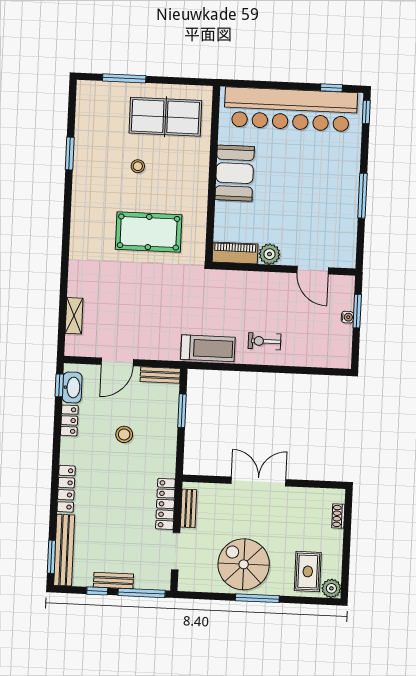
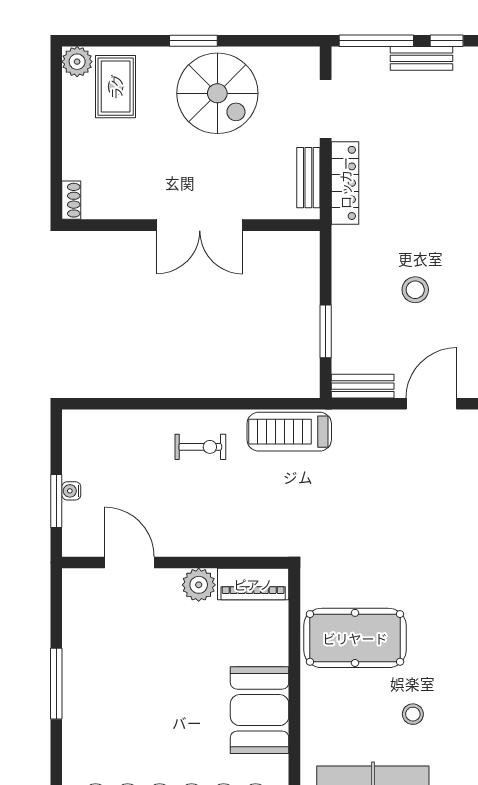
pool table: (149, 232) -> (355, 638), moved
shoe rack: (338, 516) -> (71, 200), moved
window: (257, 598) -> (193, 41), width x0.69

